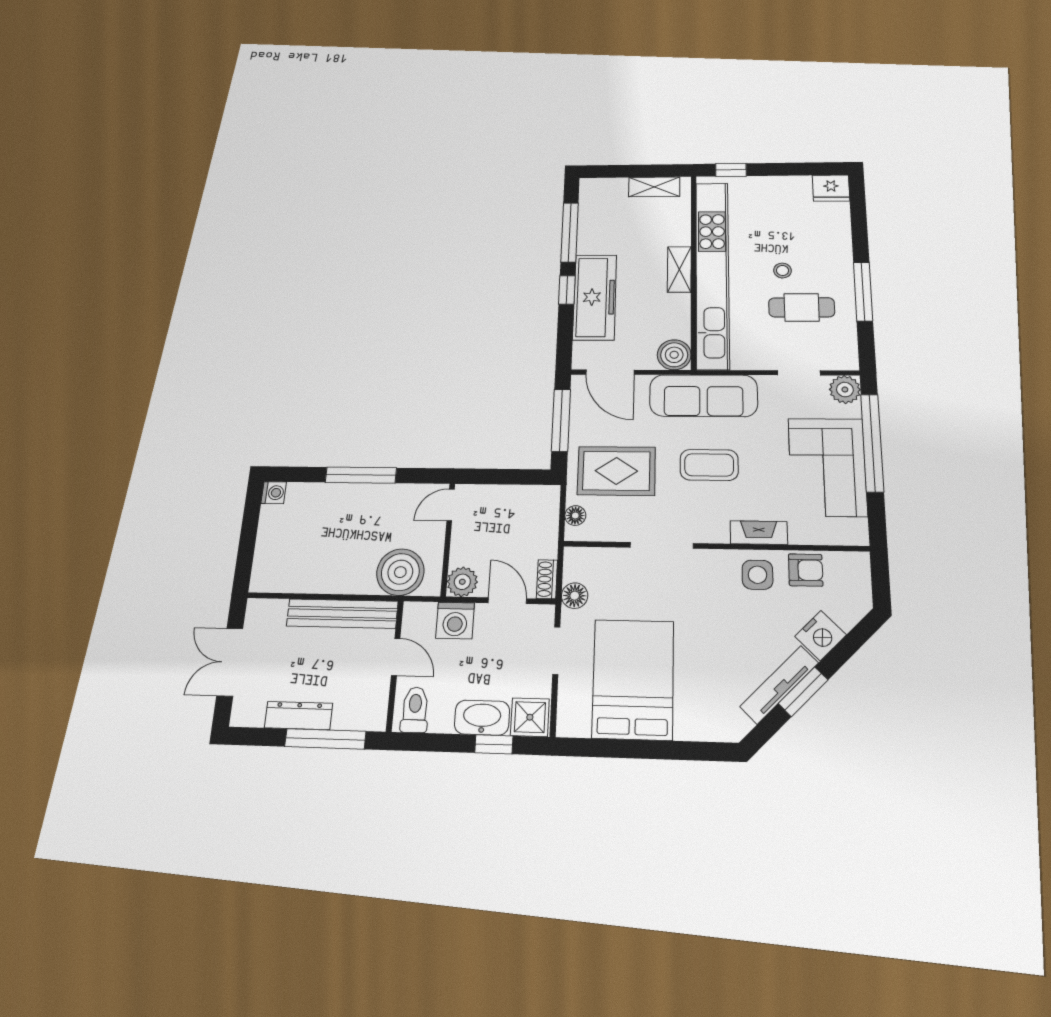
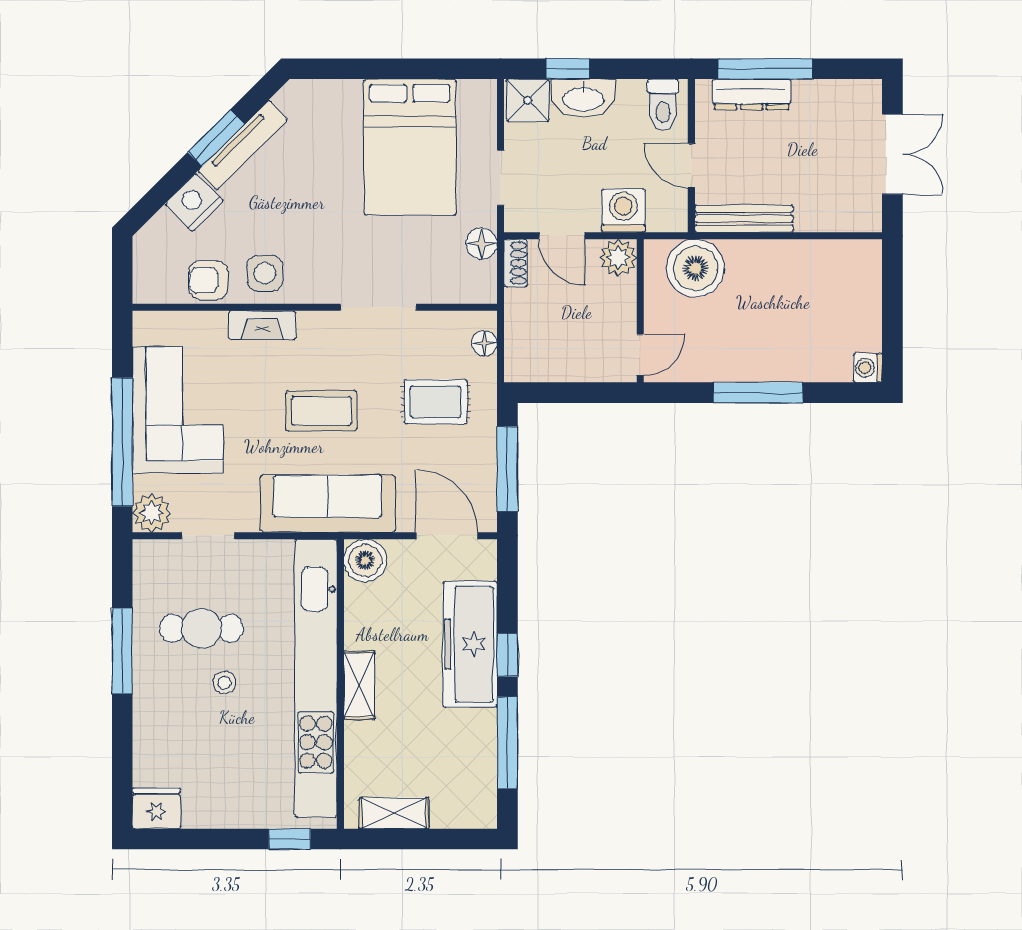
rug: (616, 471) -> (436, 402), width x0.73, depth x0.70
bench: (342, 614) -> (744, 219), width x0.73, depth x0.82
dresser: (298, 716) -> (752, 94), moved

